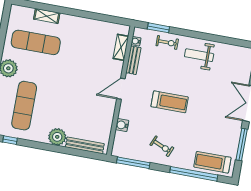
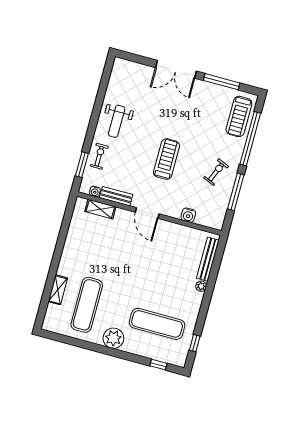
plant: (57, 137) -> (201, 286), width x0.53, depth x0.53
window: (133, 163) -> (236, 192), moved

